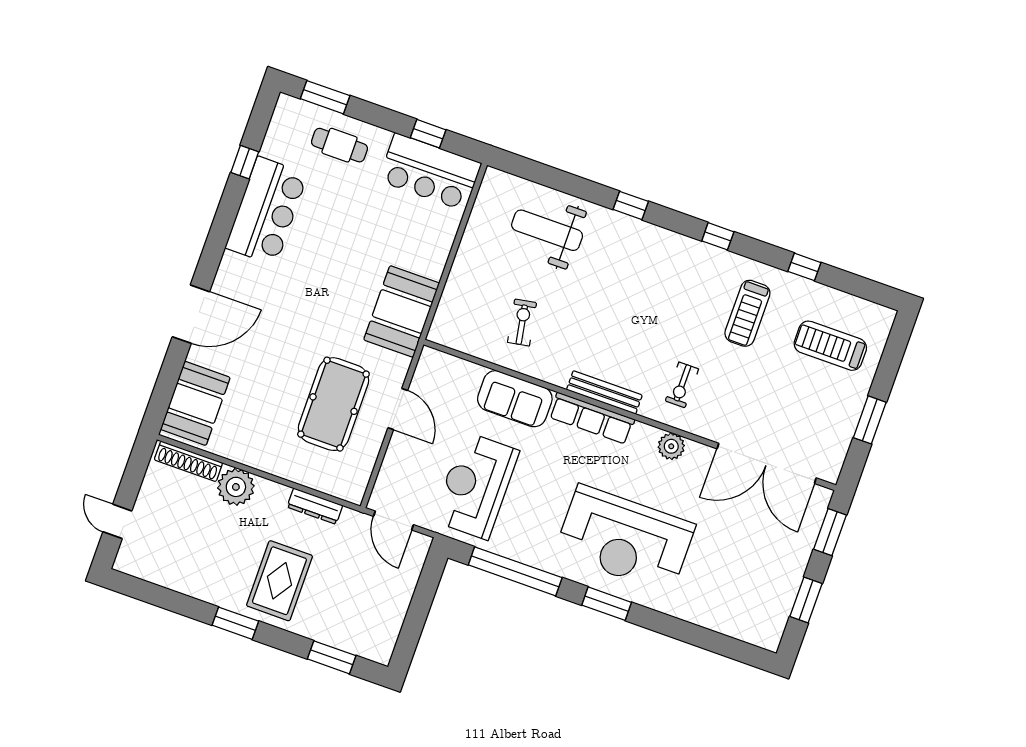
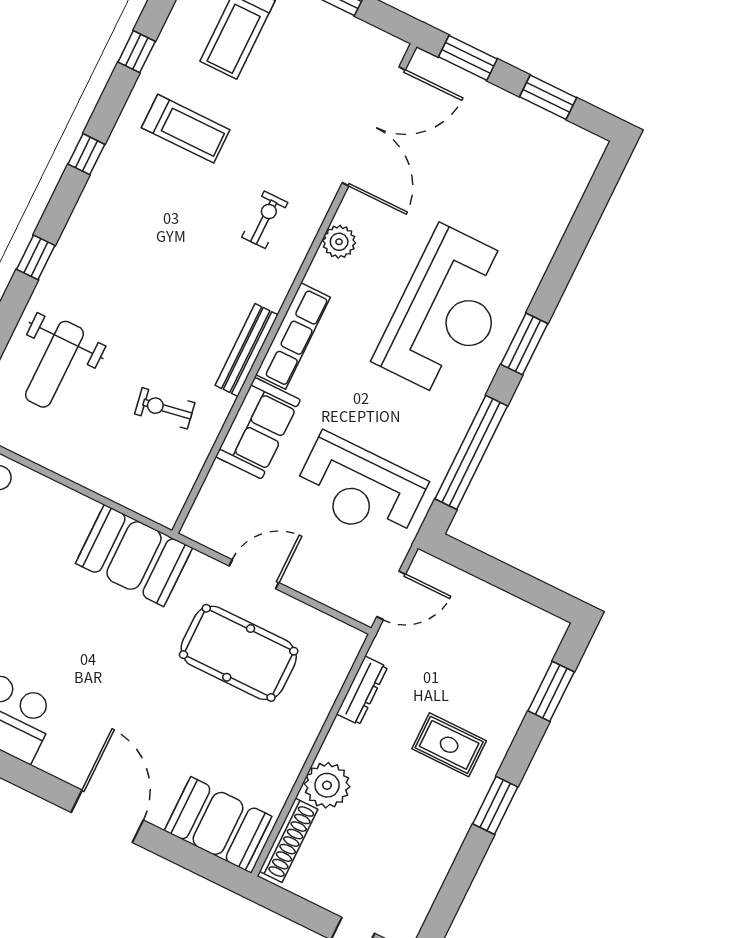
exercise bike: (682, 385) -> (265, 220), turned -90
bench: (604, 392) -> (247, 350), moved
rug: (279, 581) -> (449, 745), width x0.73, depth x0.70

